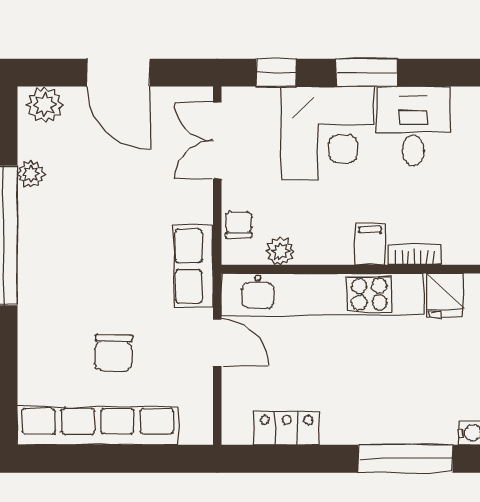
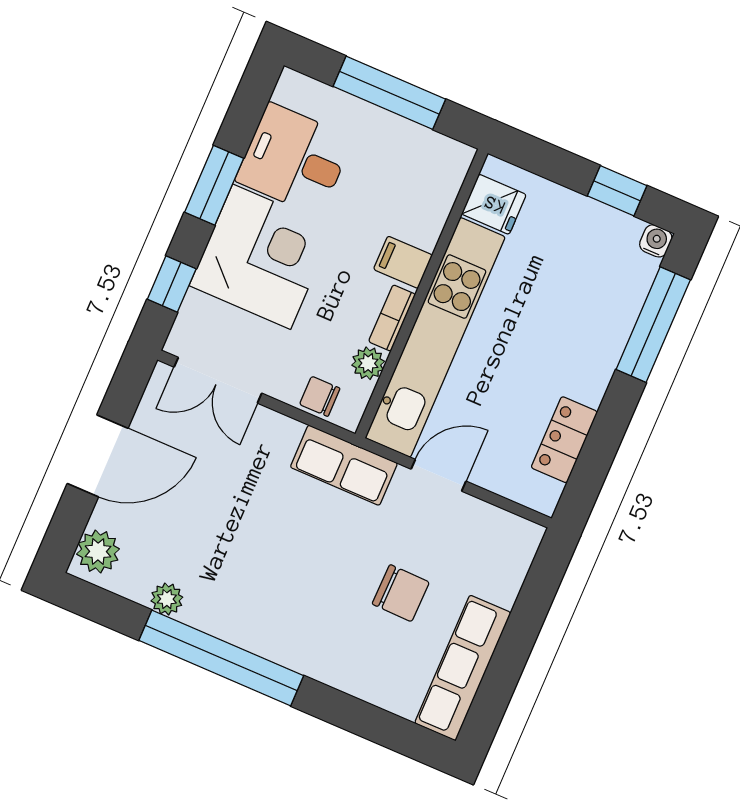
bookcase: (415, 254) -> (392, 318), moved
row of seats: (98, 426) -> (463, 668), width x0.73

